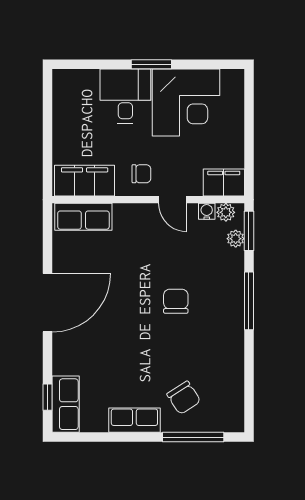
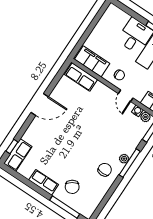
plant: (236, 239) -> (124, 159), moved
chair: (176, 301) -> (105, 170), moved
door: (47, 303) -> (40, 105), width x0.73

